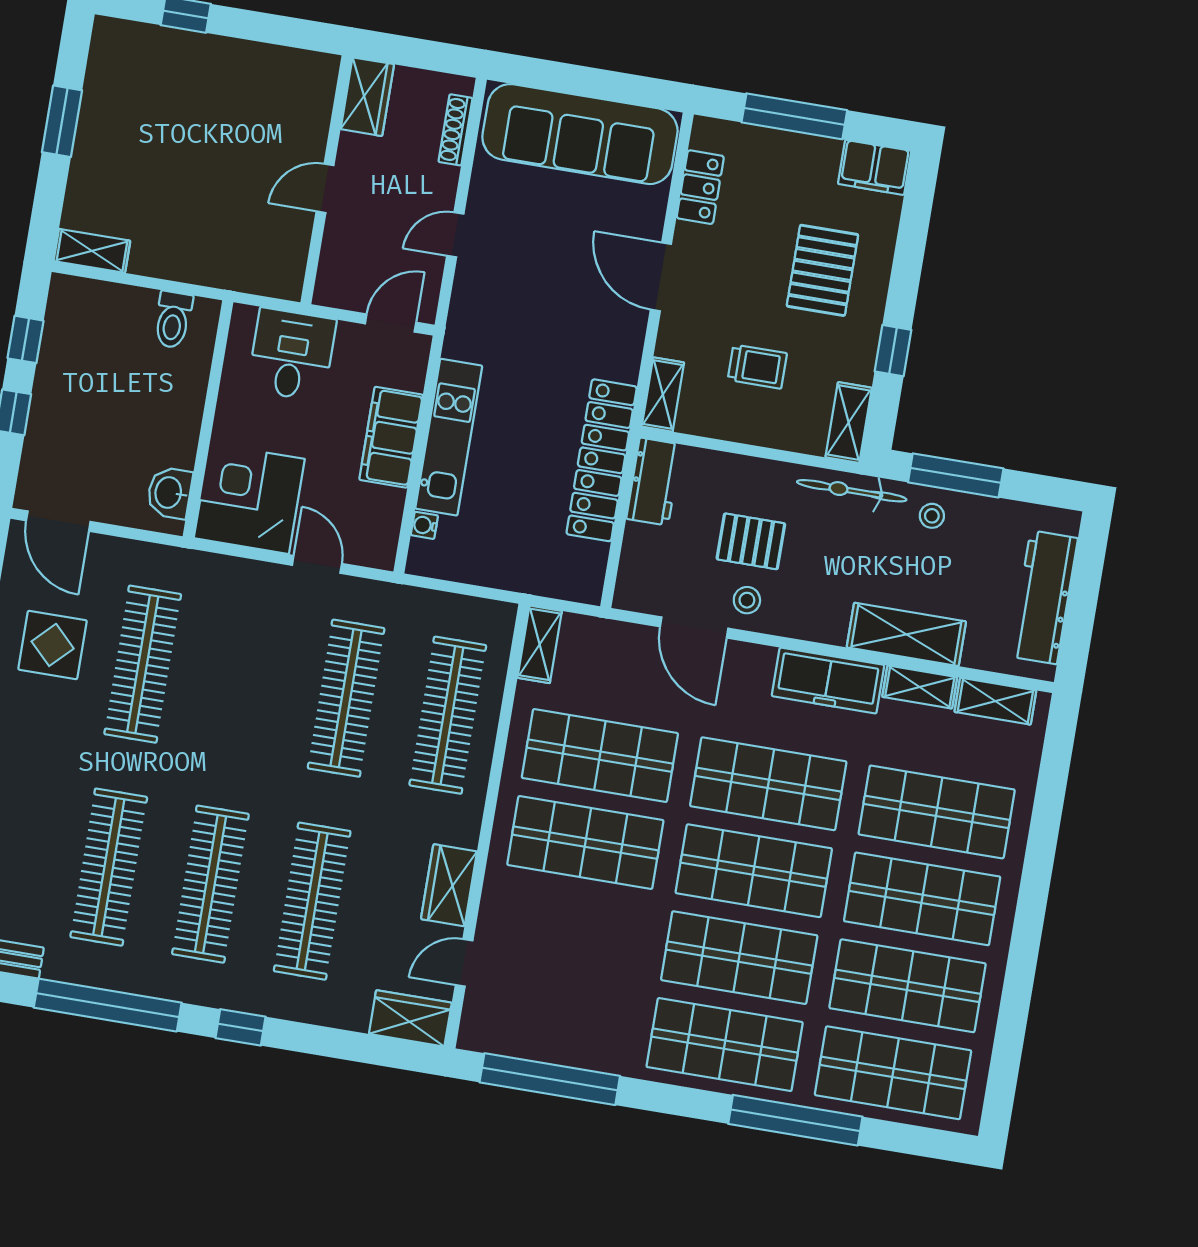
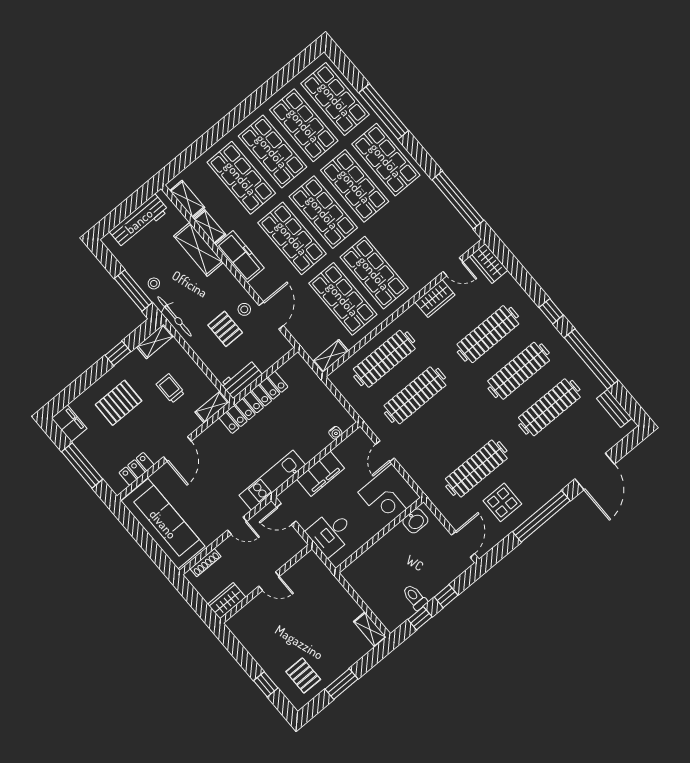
pallet: (137, 82) -> (303, 676), added
toilet: (173, 320) -> (415, 597), moved, turned -90
kitchen unit: (449, 437) -> (272, 480), moved

